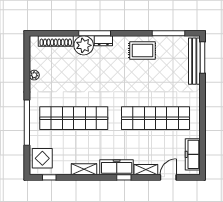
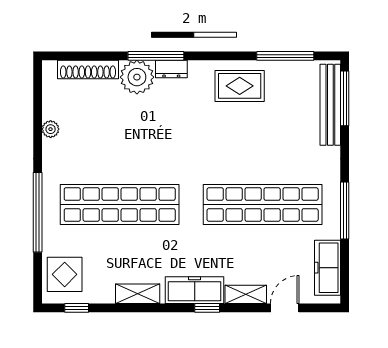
window: (202, 122) -> (345, 210), added

